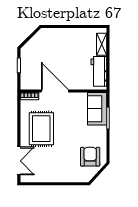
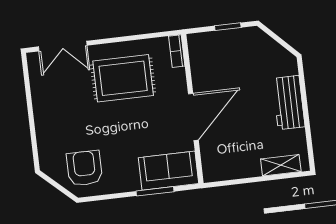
workbench: (99, 71) -> (289, 103), moved, turned -90
door: (55, 91) -> (193, 117), moved
armchair: (90, 157) -> (84, 168), turned -90

